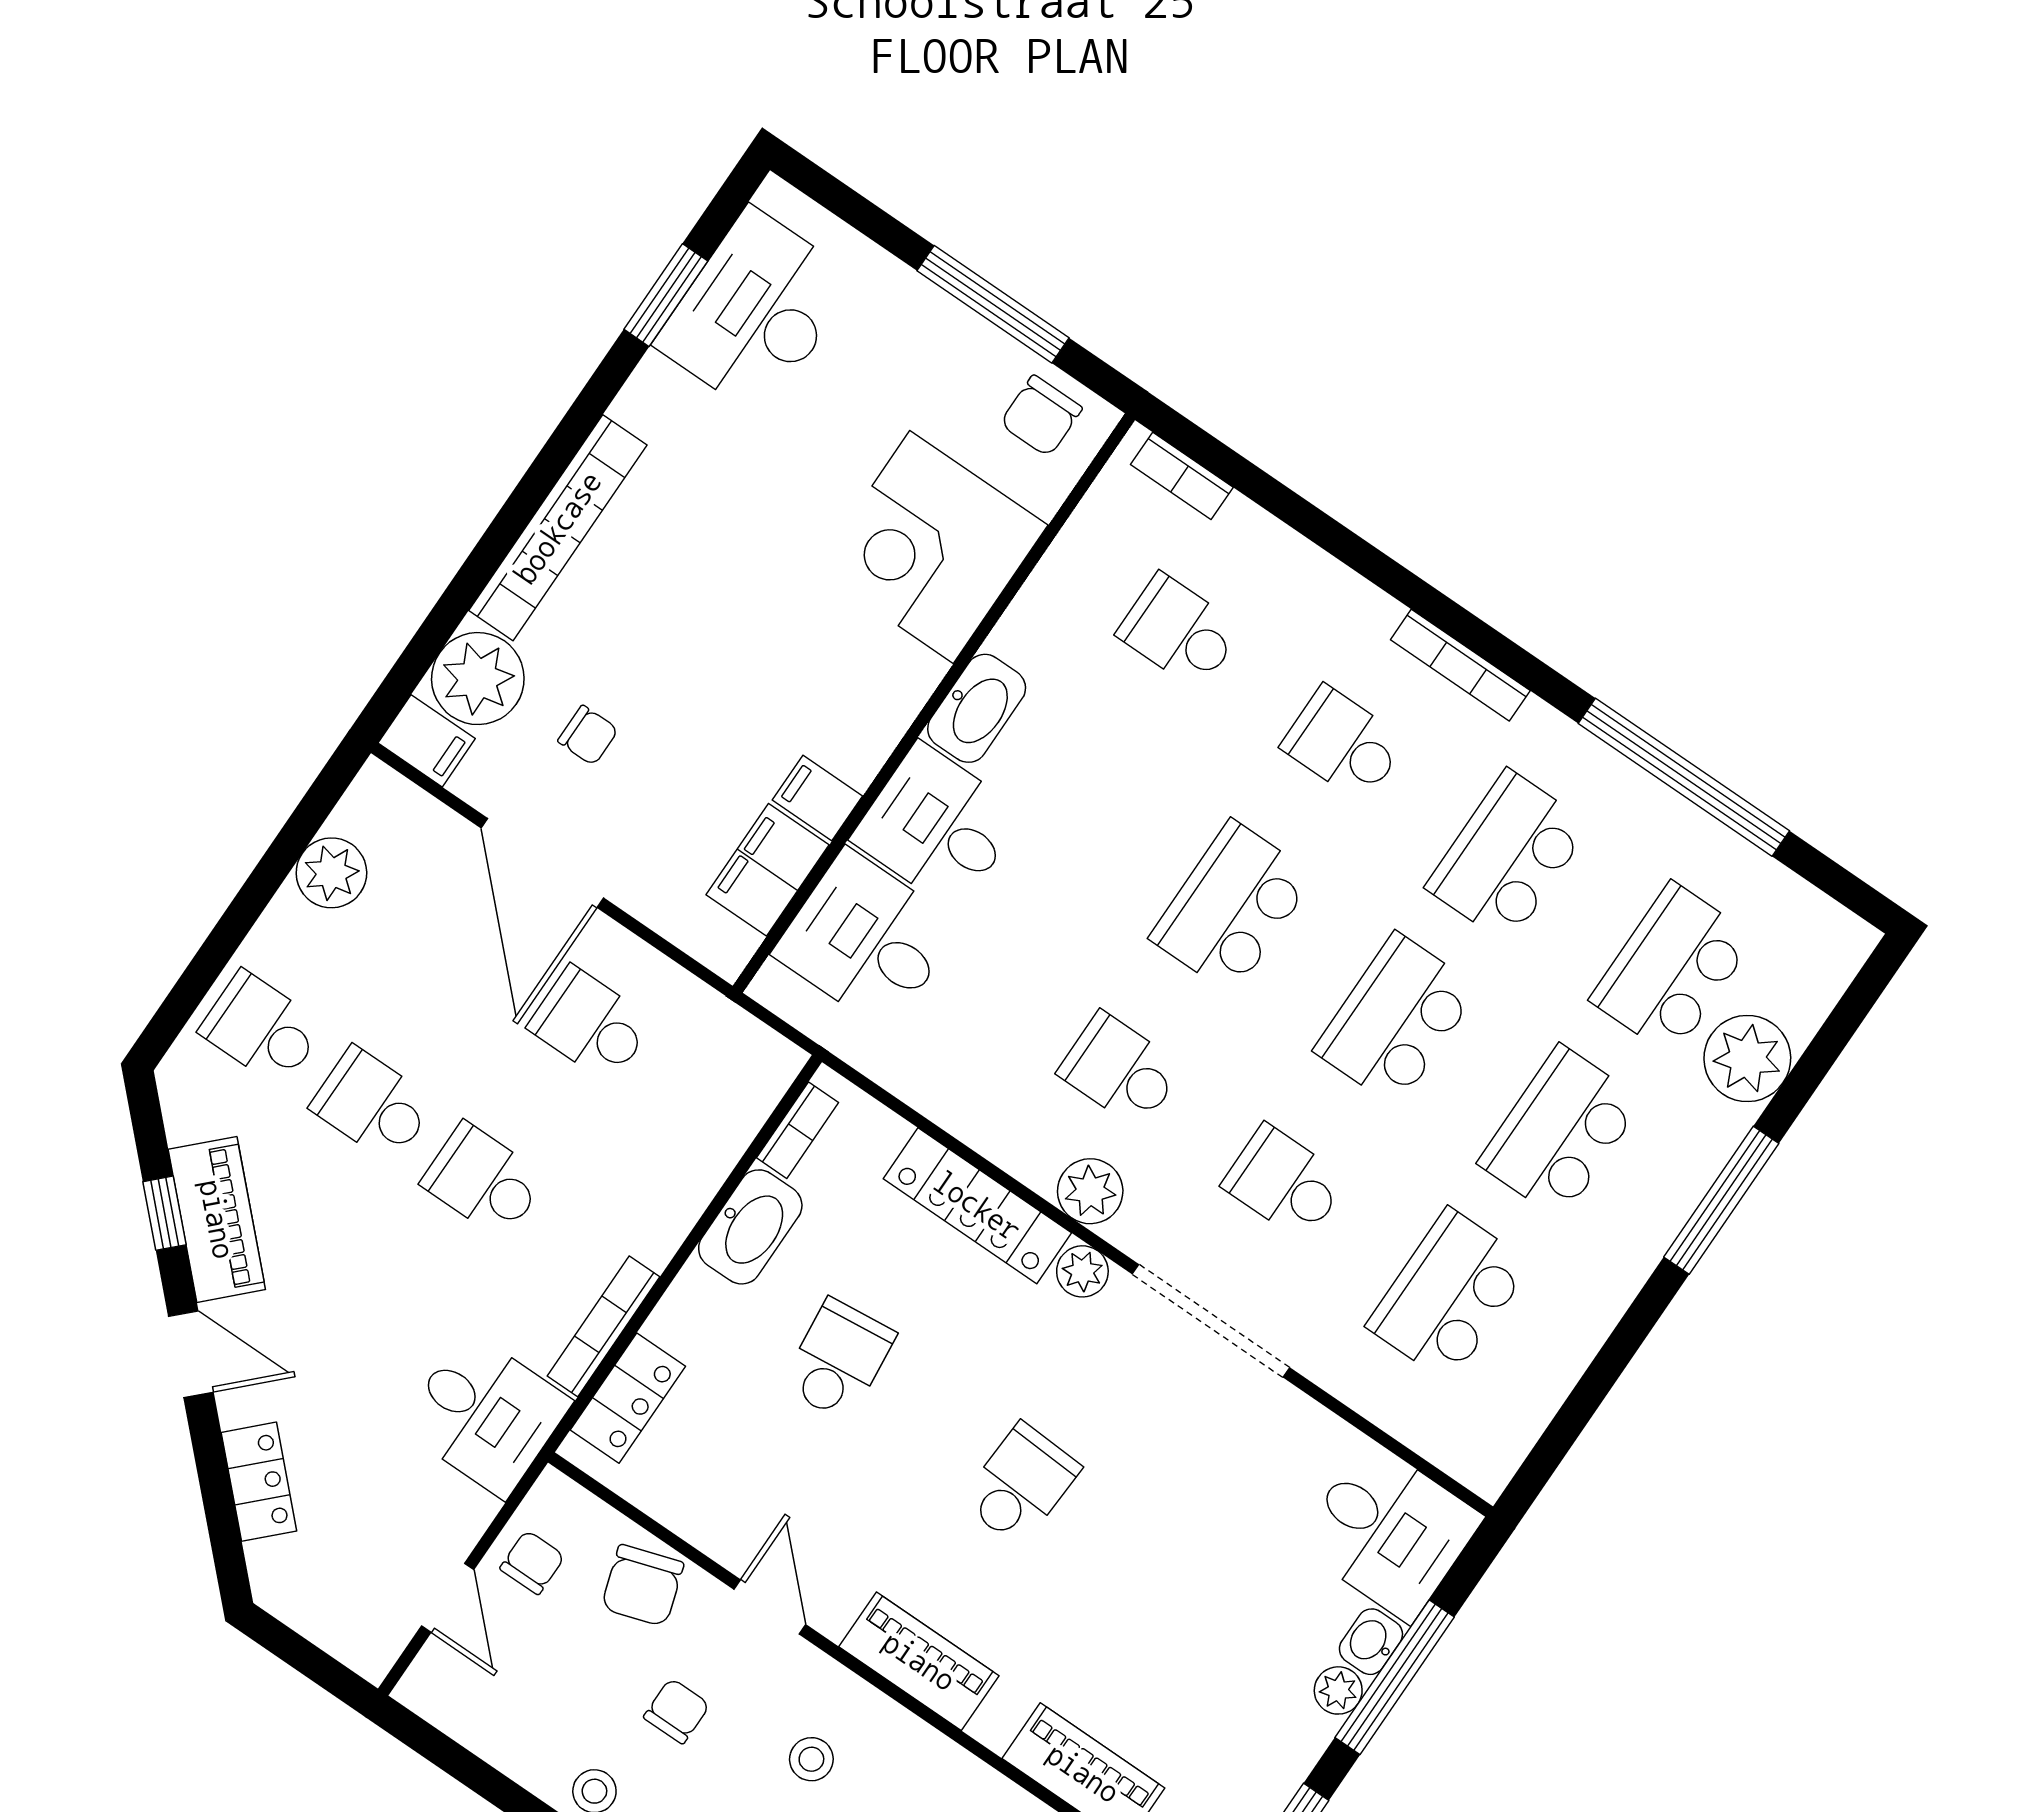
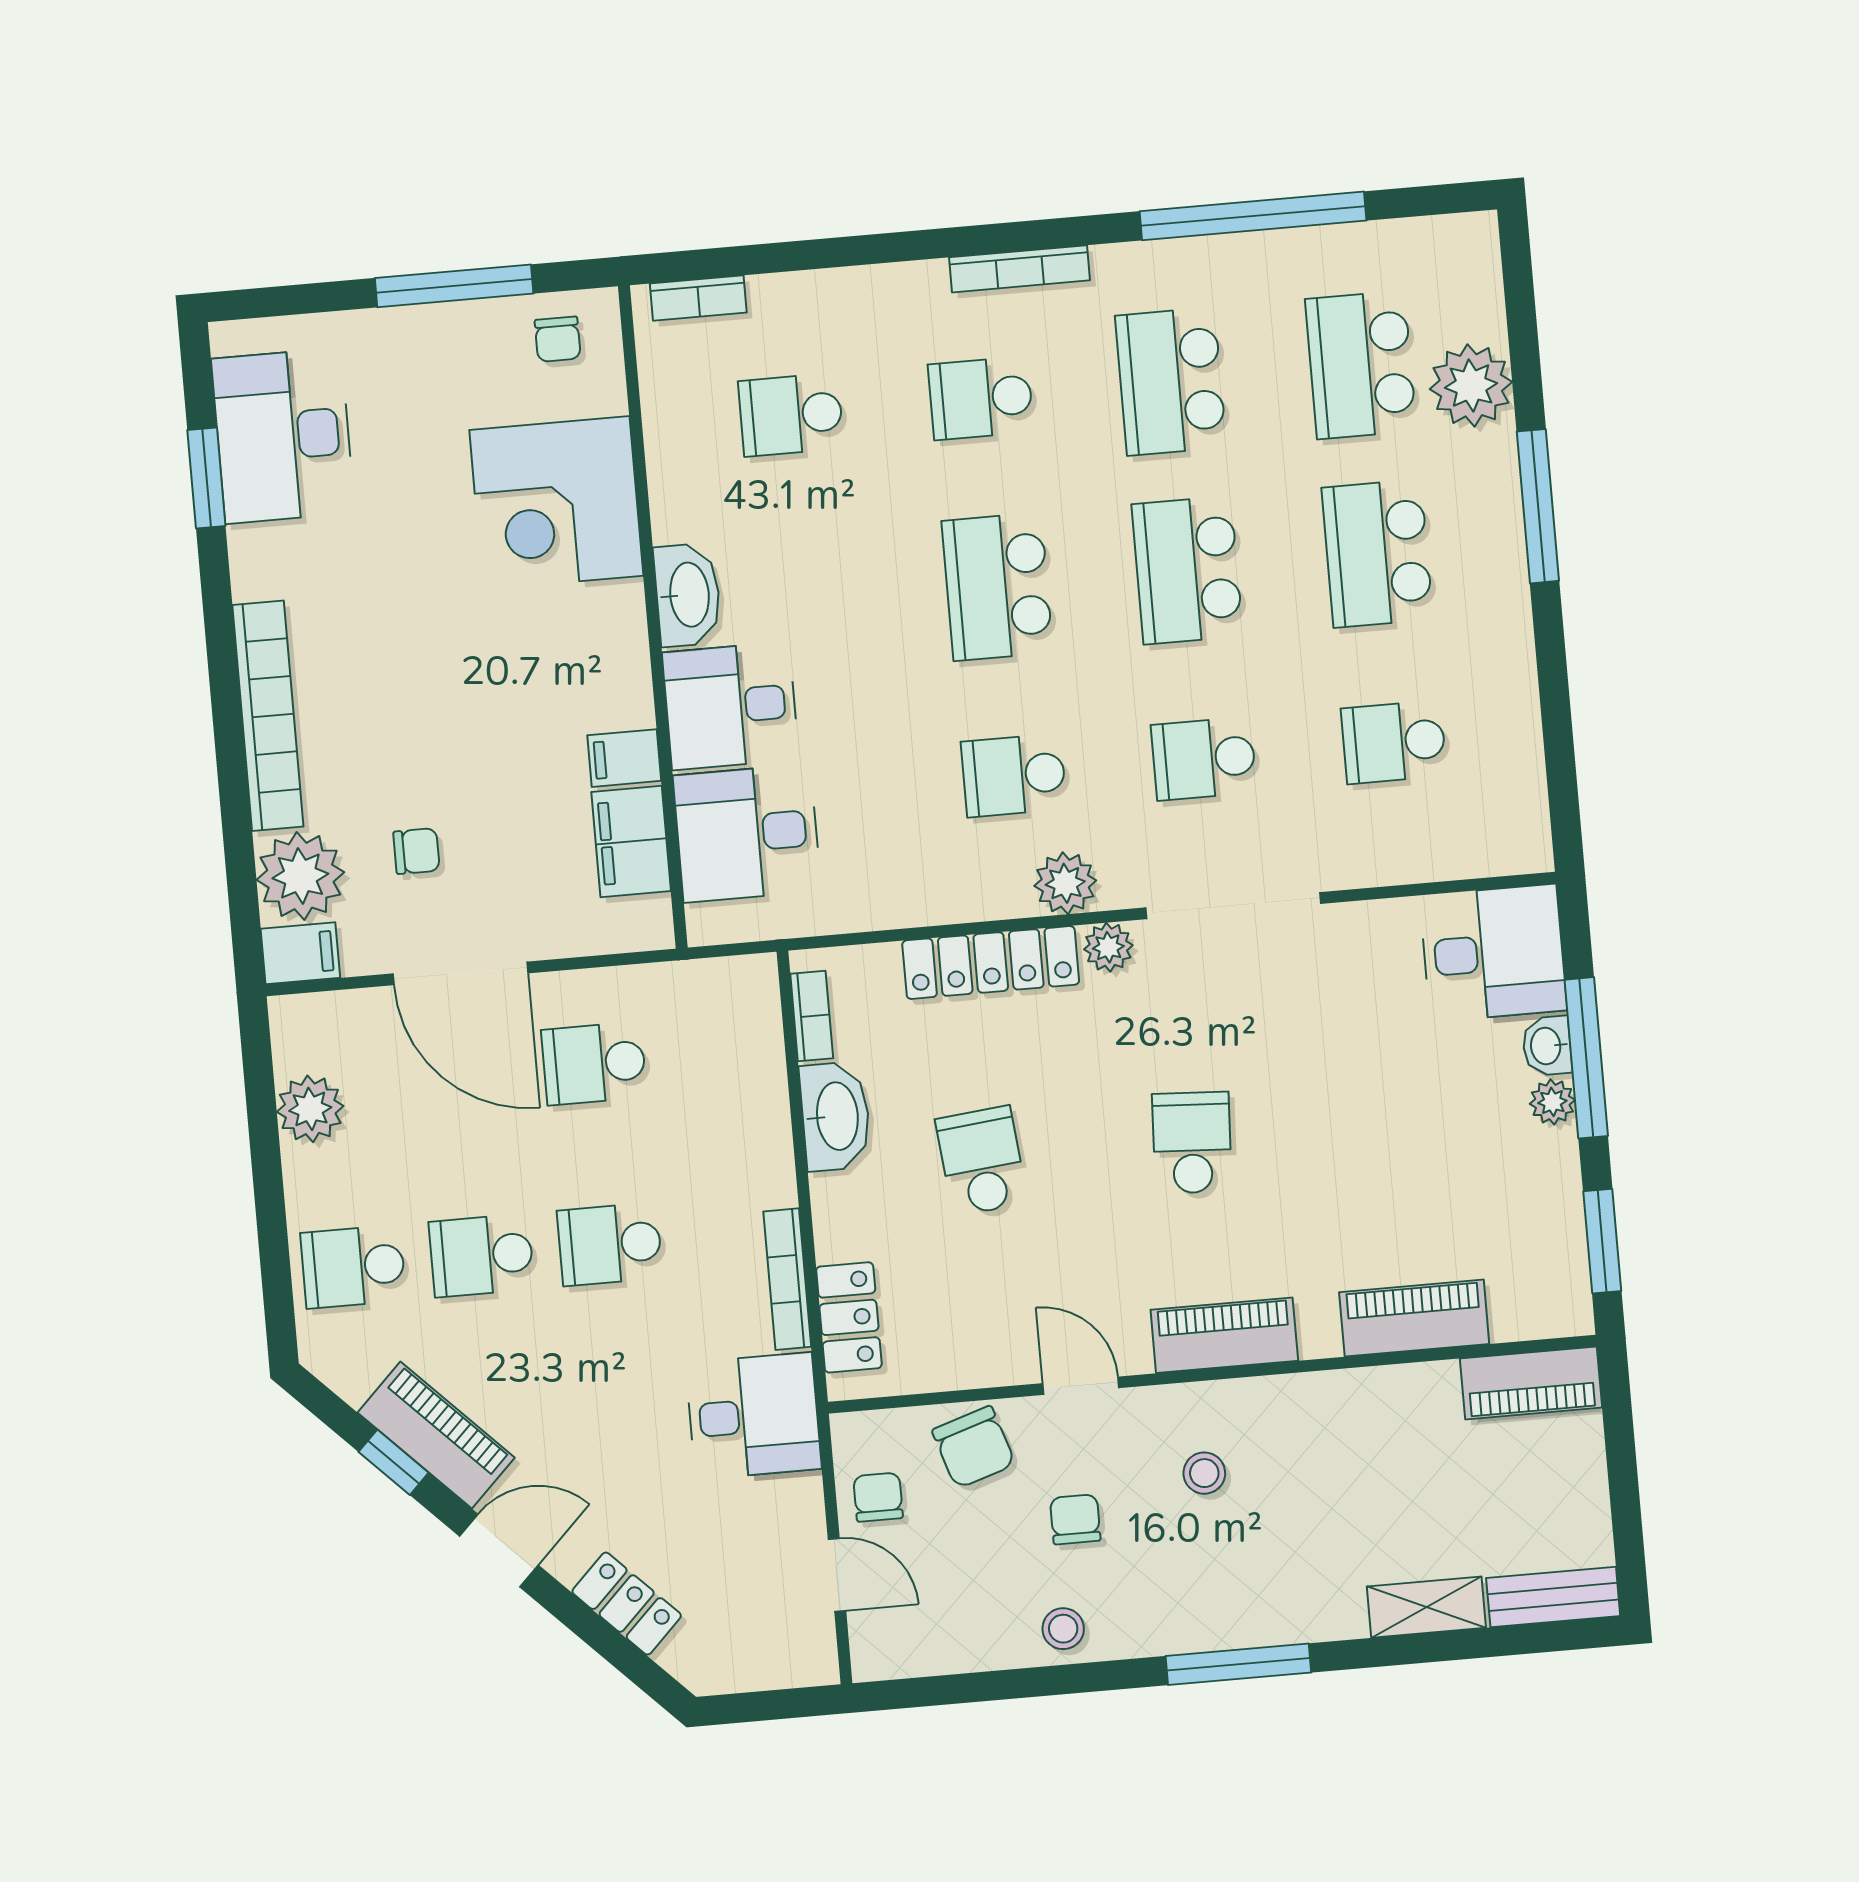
chair: (1041, 416) -> (558, 339), width x0.73, depth x0.73
school desk: (1449, 1295) -> (1394, 742), width x0.54

